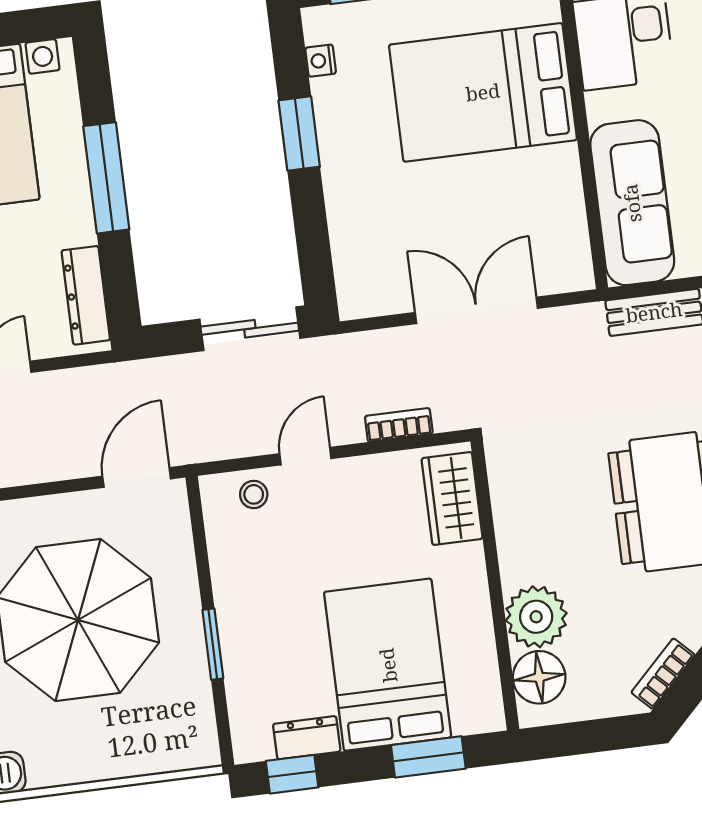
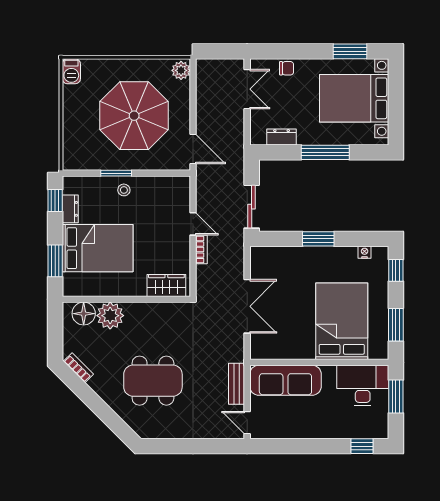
window: (299, 134) -> (318, 239), moved
dresser: (86, 295) -> (282, 137), width x0.70
bookcase: (399, 425) -> (201, 250), moved
stool: (254, 494) -> (124, 190), moved

